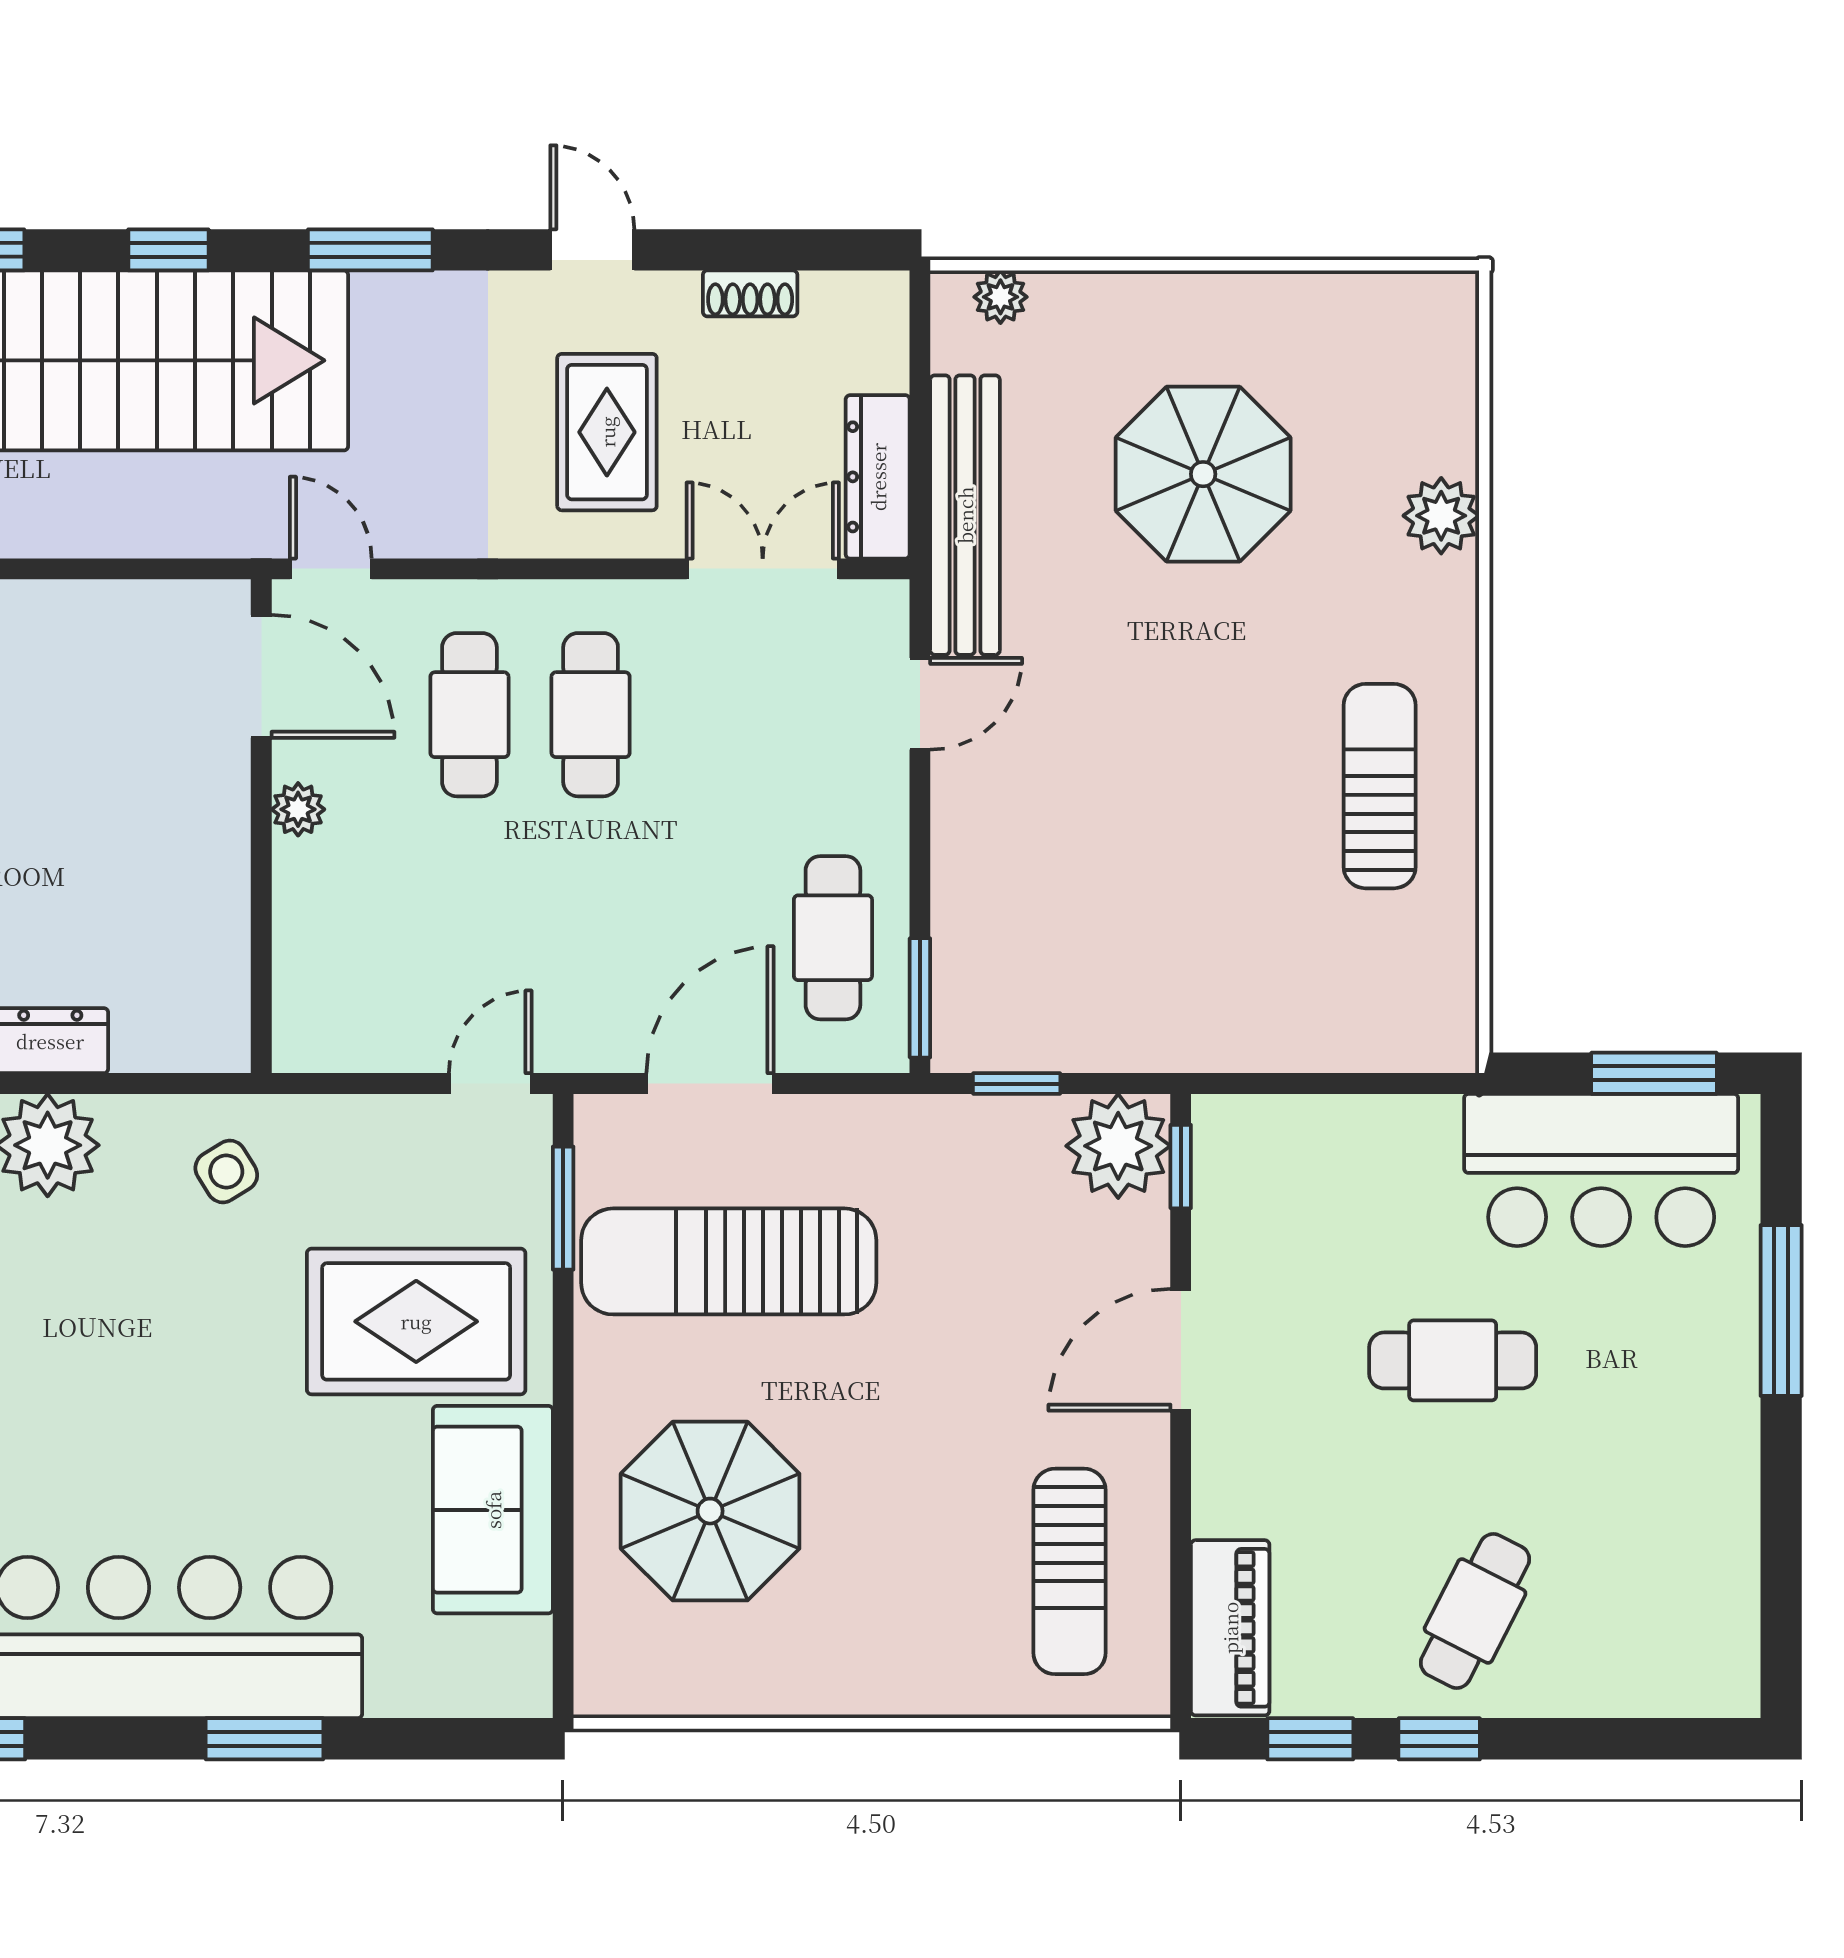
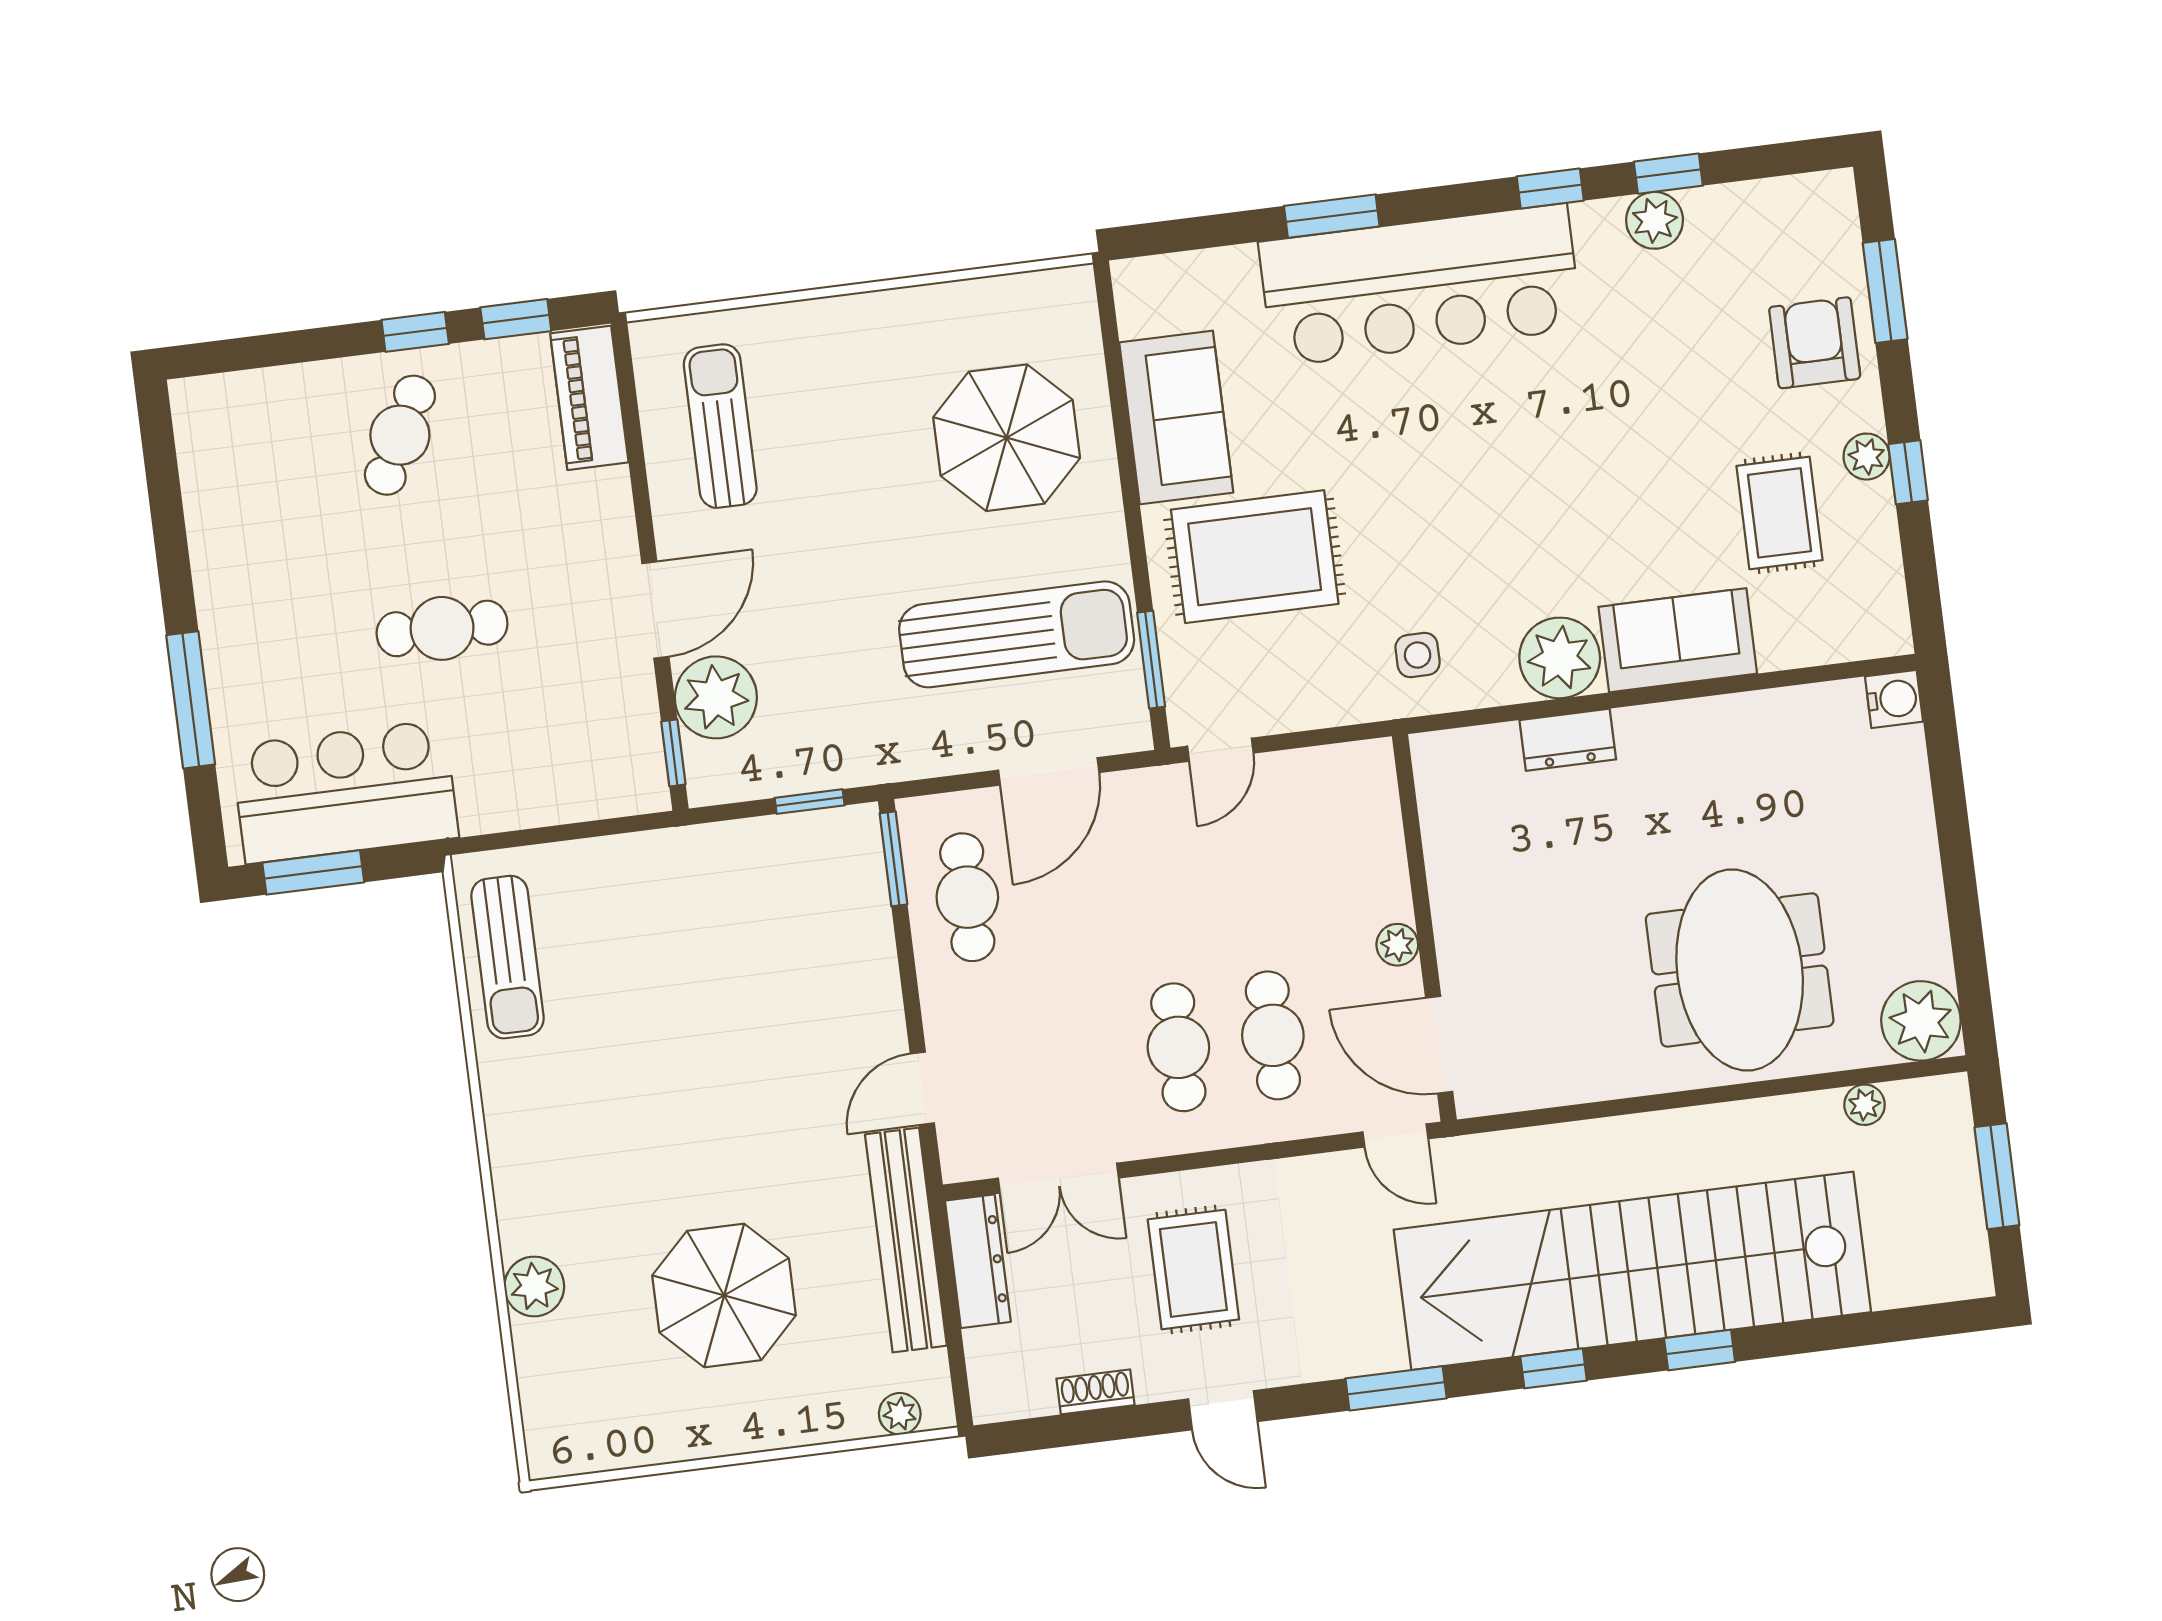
sun lounger: (1380, 786) -> (507, 957), moved
plant: (1118, 1146) -> (716, 697), moved
side table: (226, 1171) -> (1418, 655), turned 32

